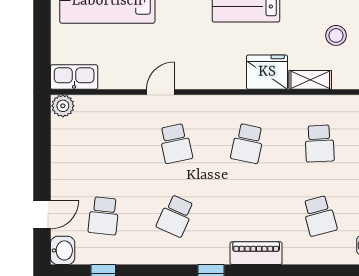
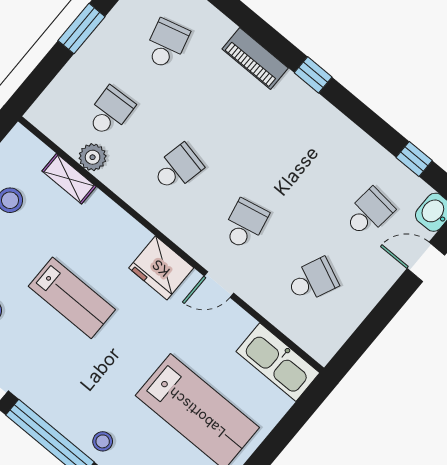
fridge: (267, 72) -> (161, 268), moved
kitchen sink: (74, 77) -> (278, 362), width x1.36, depth x1.24
plant: (63, 106) -> (93, 157), moved
school desk: (176, 216) -> (312, 281), moved

